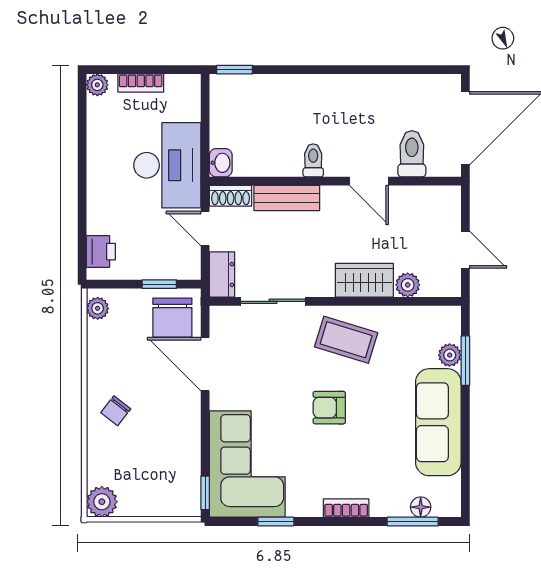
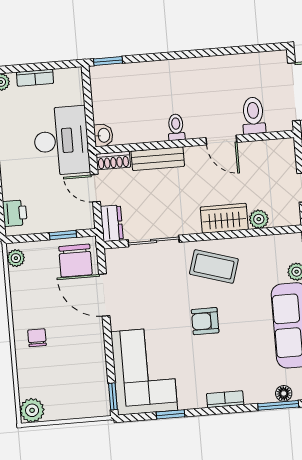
chair: (116, 411) -> (37, 338), turned 142

